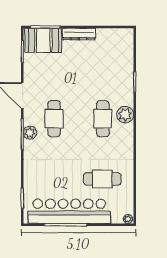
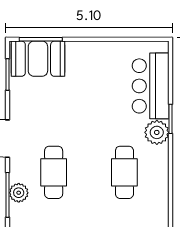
dresser: (79, 34) -> (90, 49), removed
bar counter: (121, 59) -> (151, 86), added
plant: (125, 115) -> (157, 132), moved

